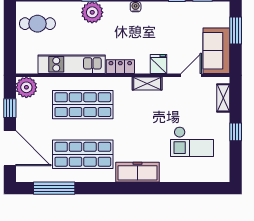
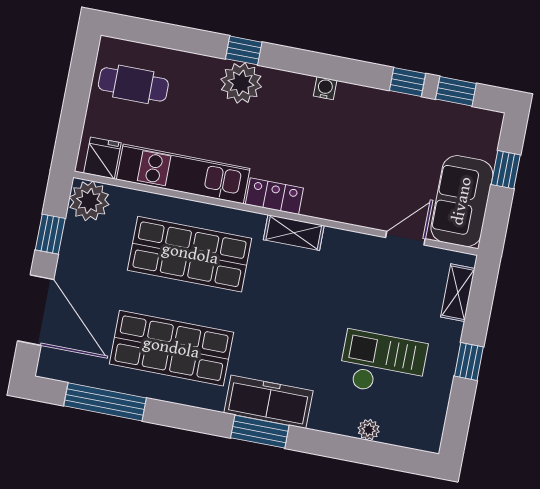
window: (236, 31) -> (506, 170), width x0.67
fridge: (159, 64) -> (102, 158), moved
shelving: (147, 83) -> (294, 233), moved
checkout: (192, 142) -> (383, 364), turned 180
plant: (191, 176) -> (369, 430), added
window: (136, 188) -> (260, 432), added

